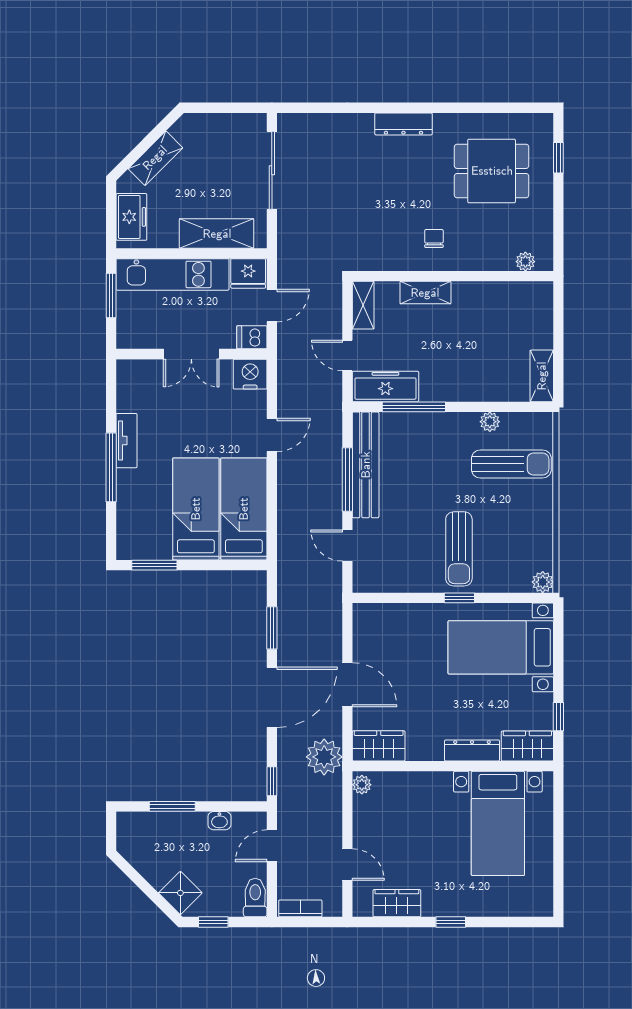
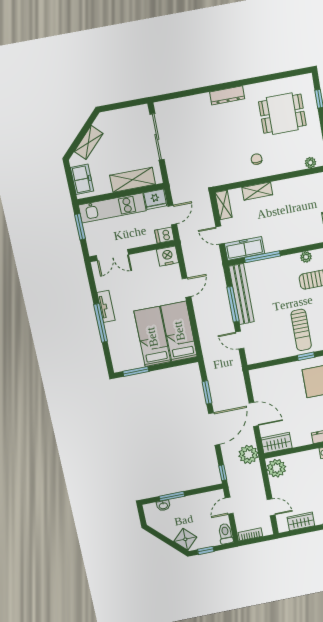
double door: (191, 354) -> (112, 255), moved
plant: (362, 785) -> (276, 468), width x1.88, depth x1.88
washbasin: (219, 821) -> (163, 506), moved

